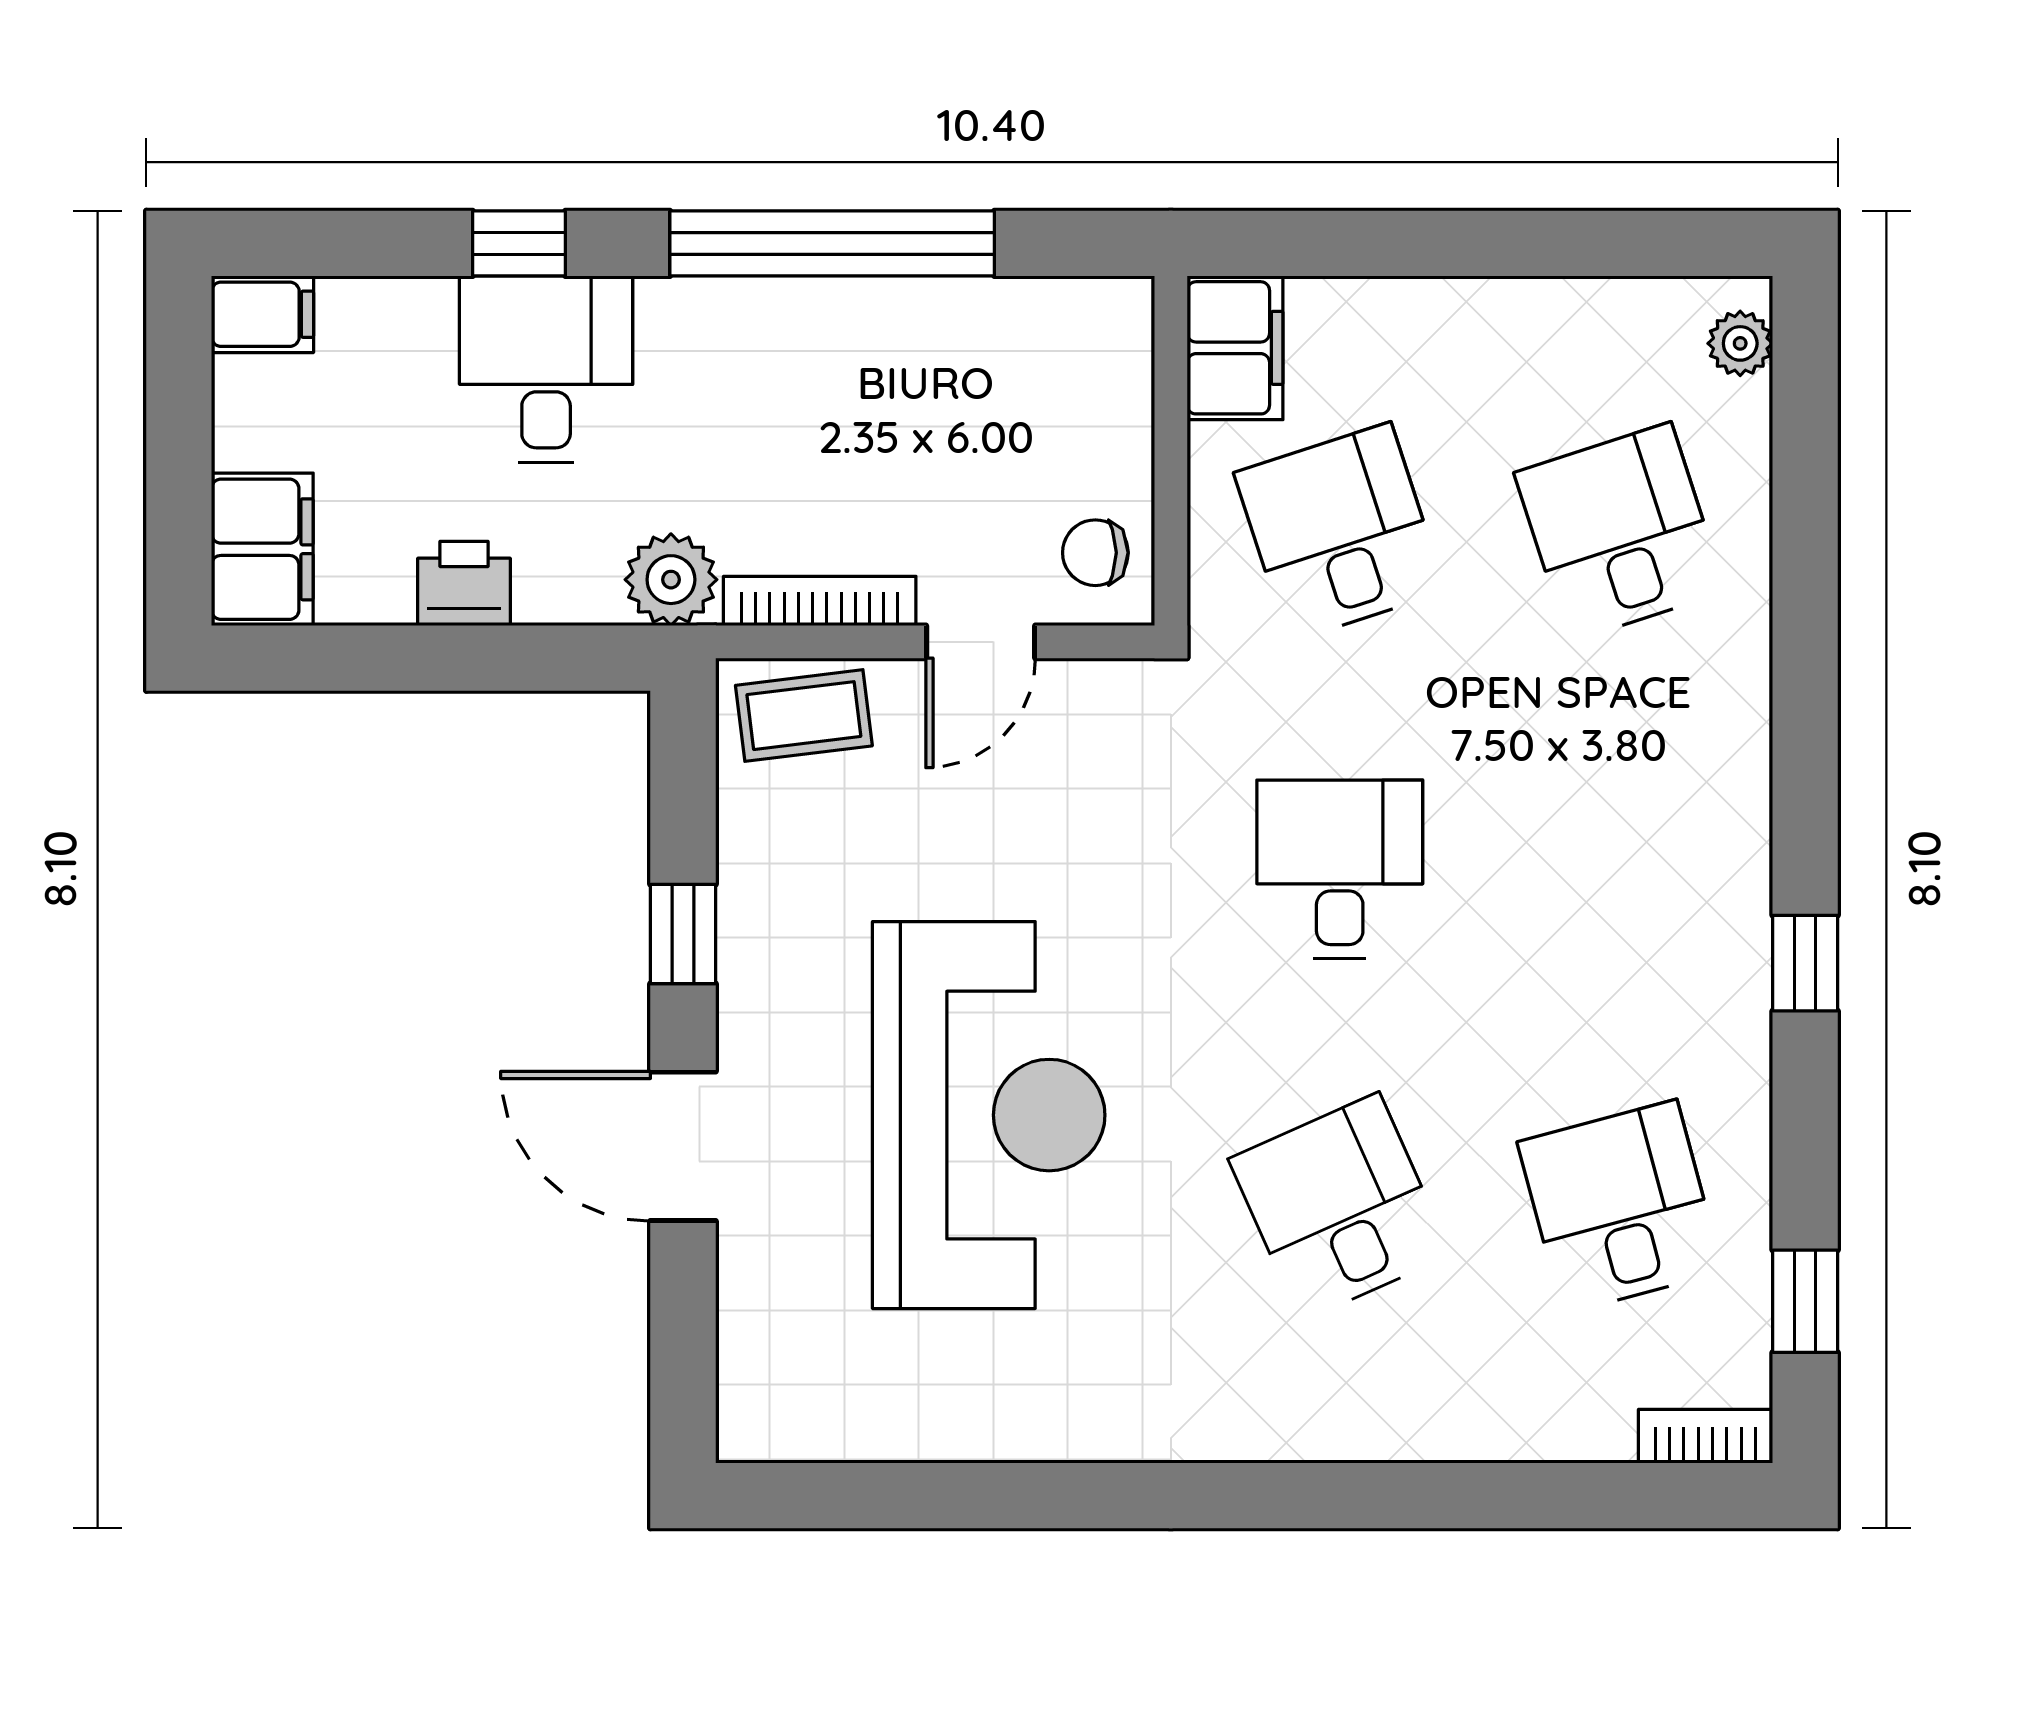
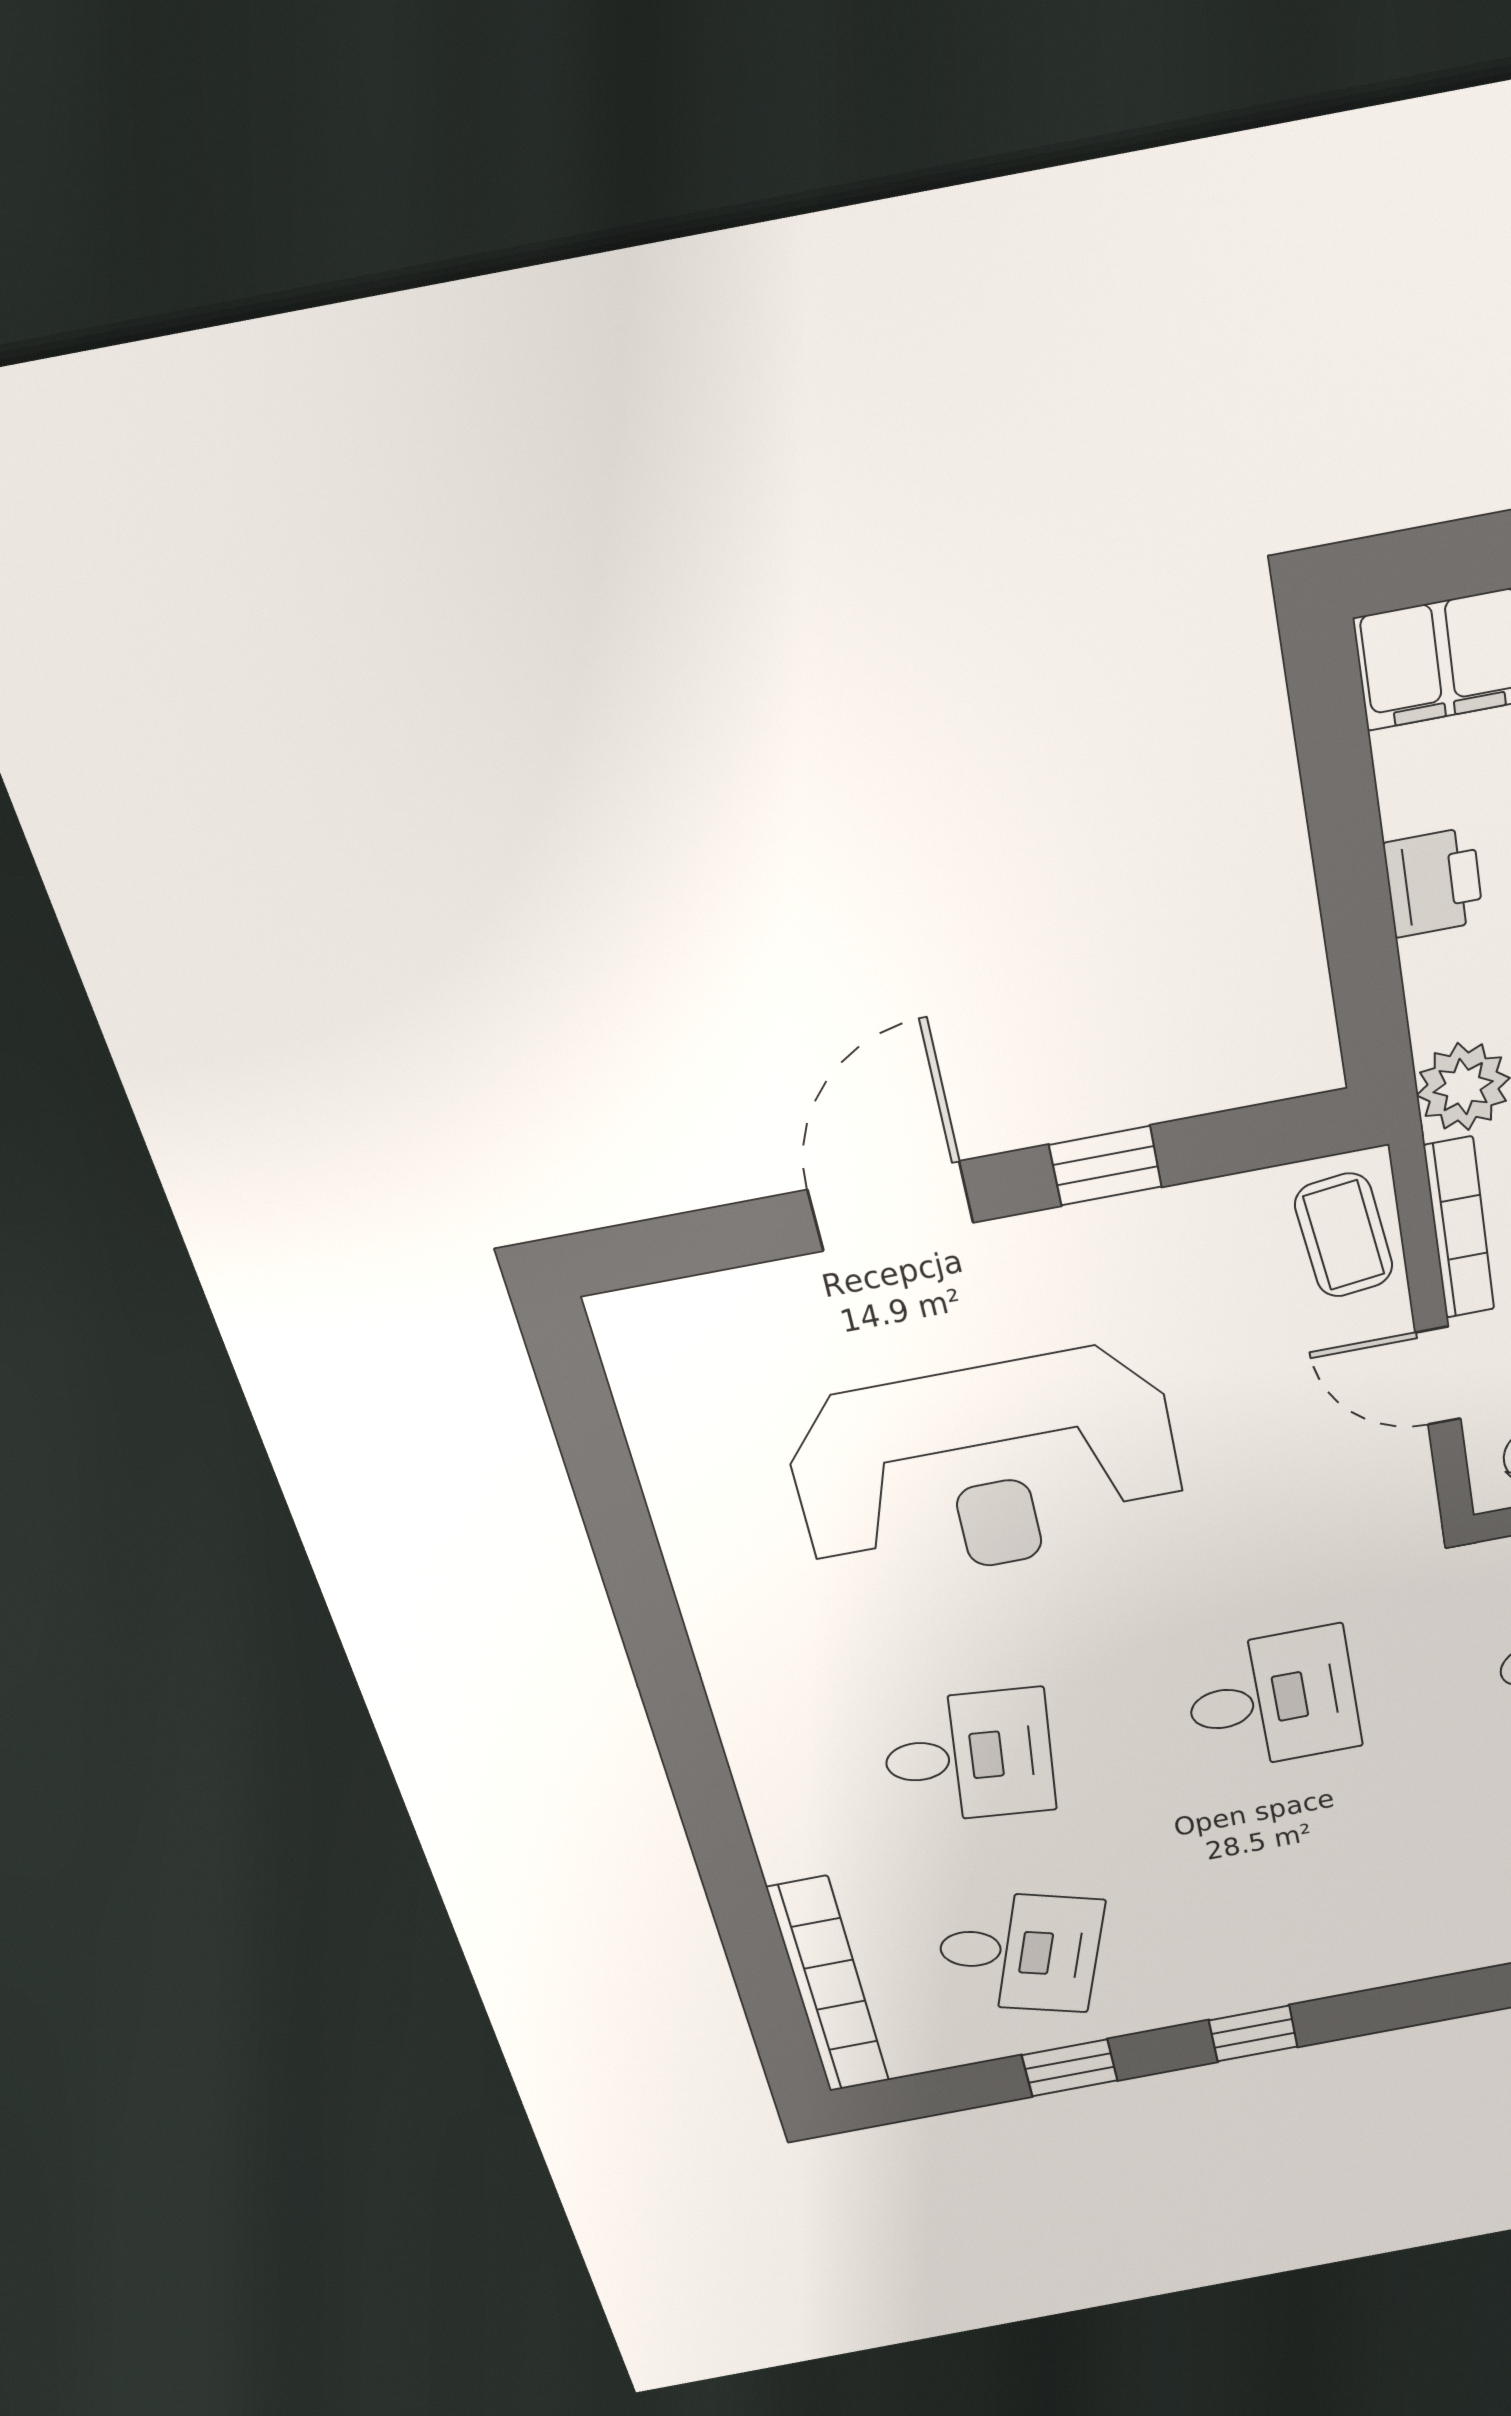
desk: (1340, 1207) -> (969, 1757), turned 30
desk: (1620, 1207) -> (1019, 1952), turned 33
window: (1805, 1301) -> (1070, 2068), moved
bookcase: (1705, 1436) -> (829, 1986), width x2.31, depth x1.31

